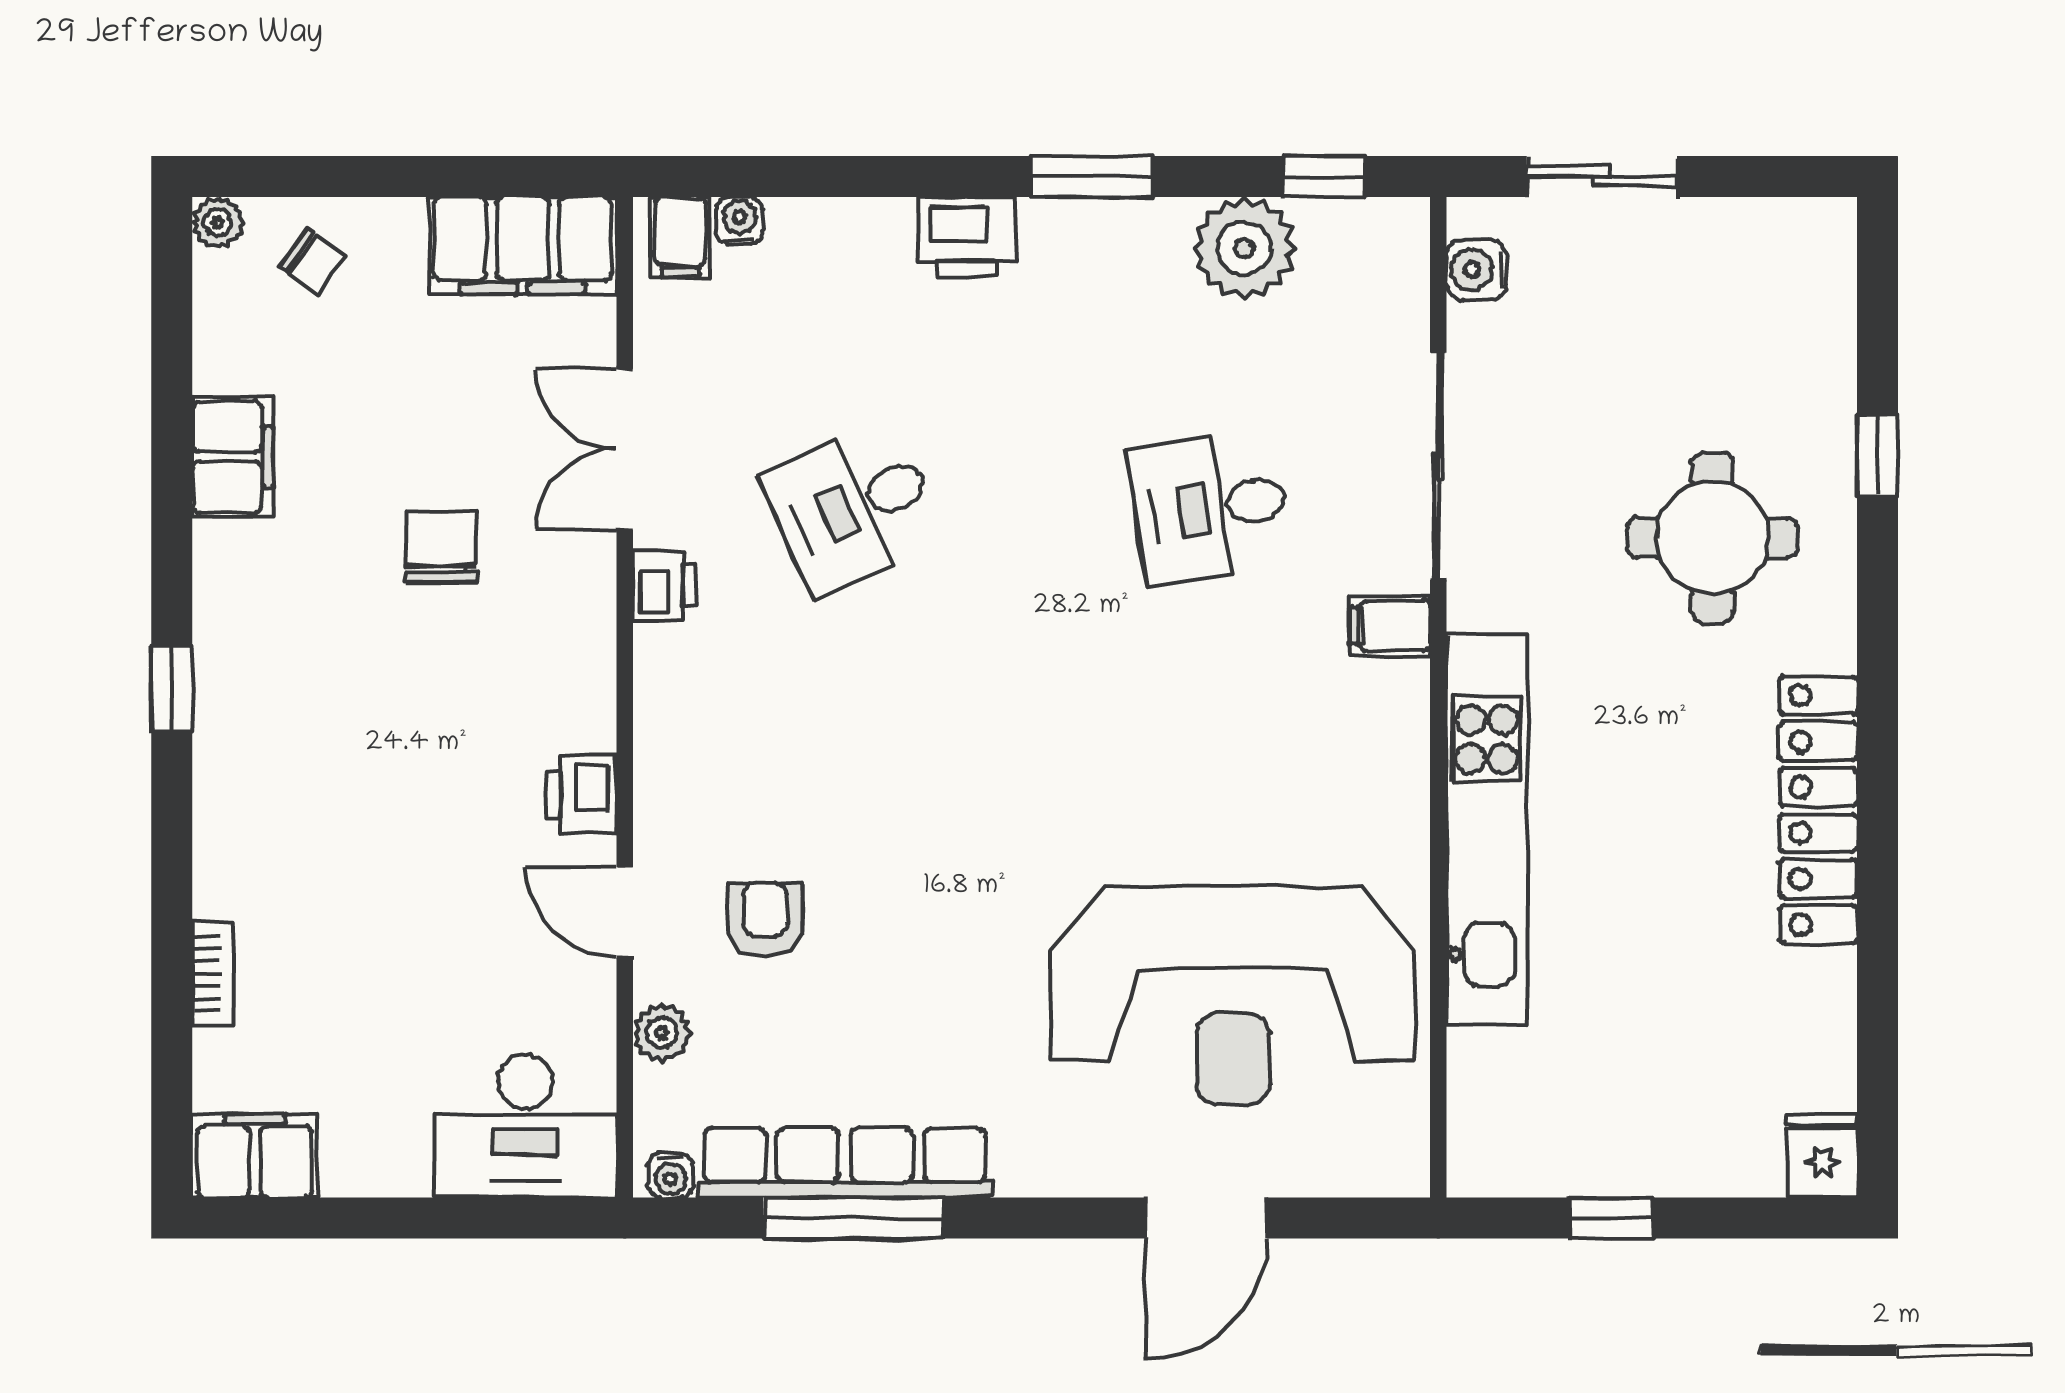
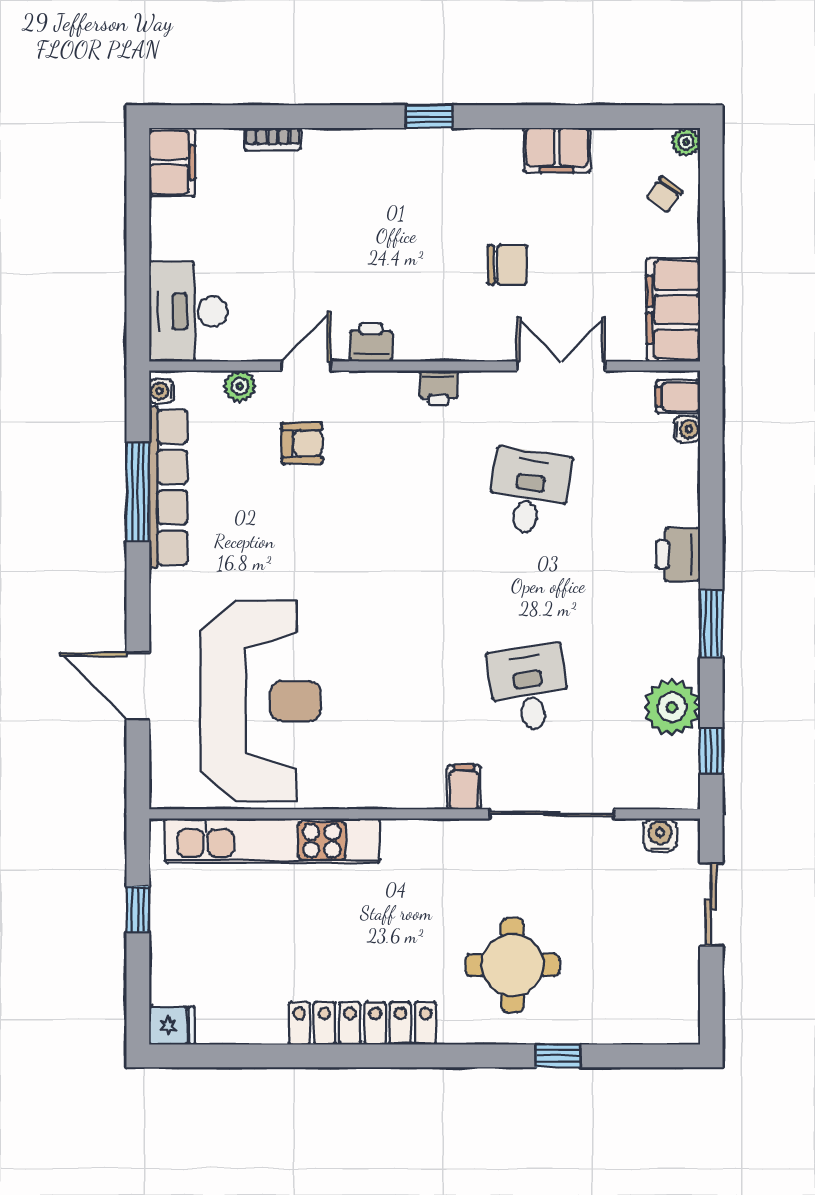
desk: (853, 507) -> (529, 492), turned 33
printer: (664, 586) -> (439, 388), moved
kitchen unit: (1487, 829) -> (272, 841), moved
reception desk: (1233, 995) -> (260, 701), turned 180

